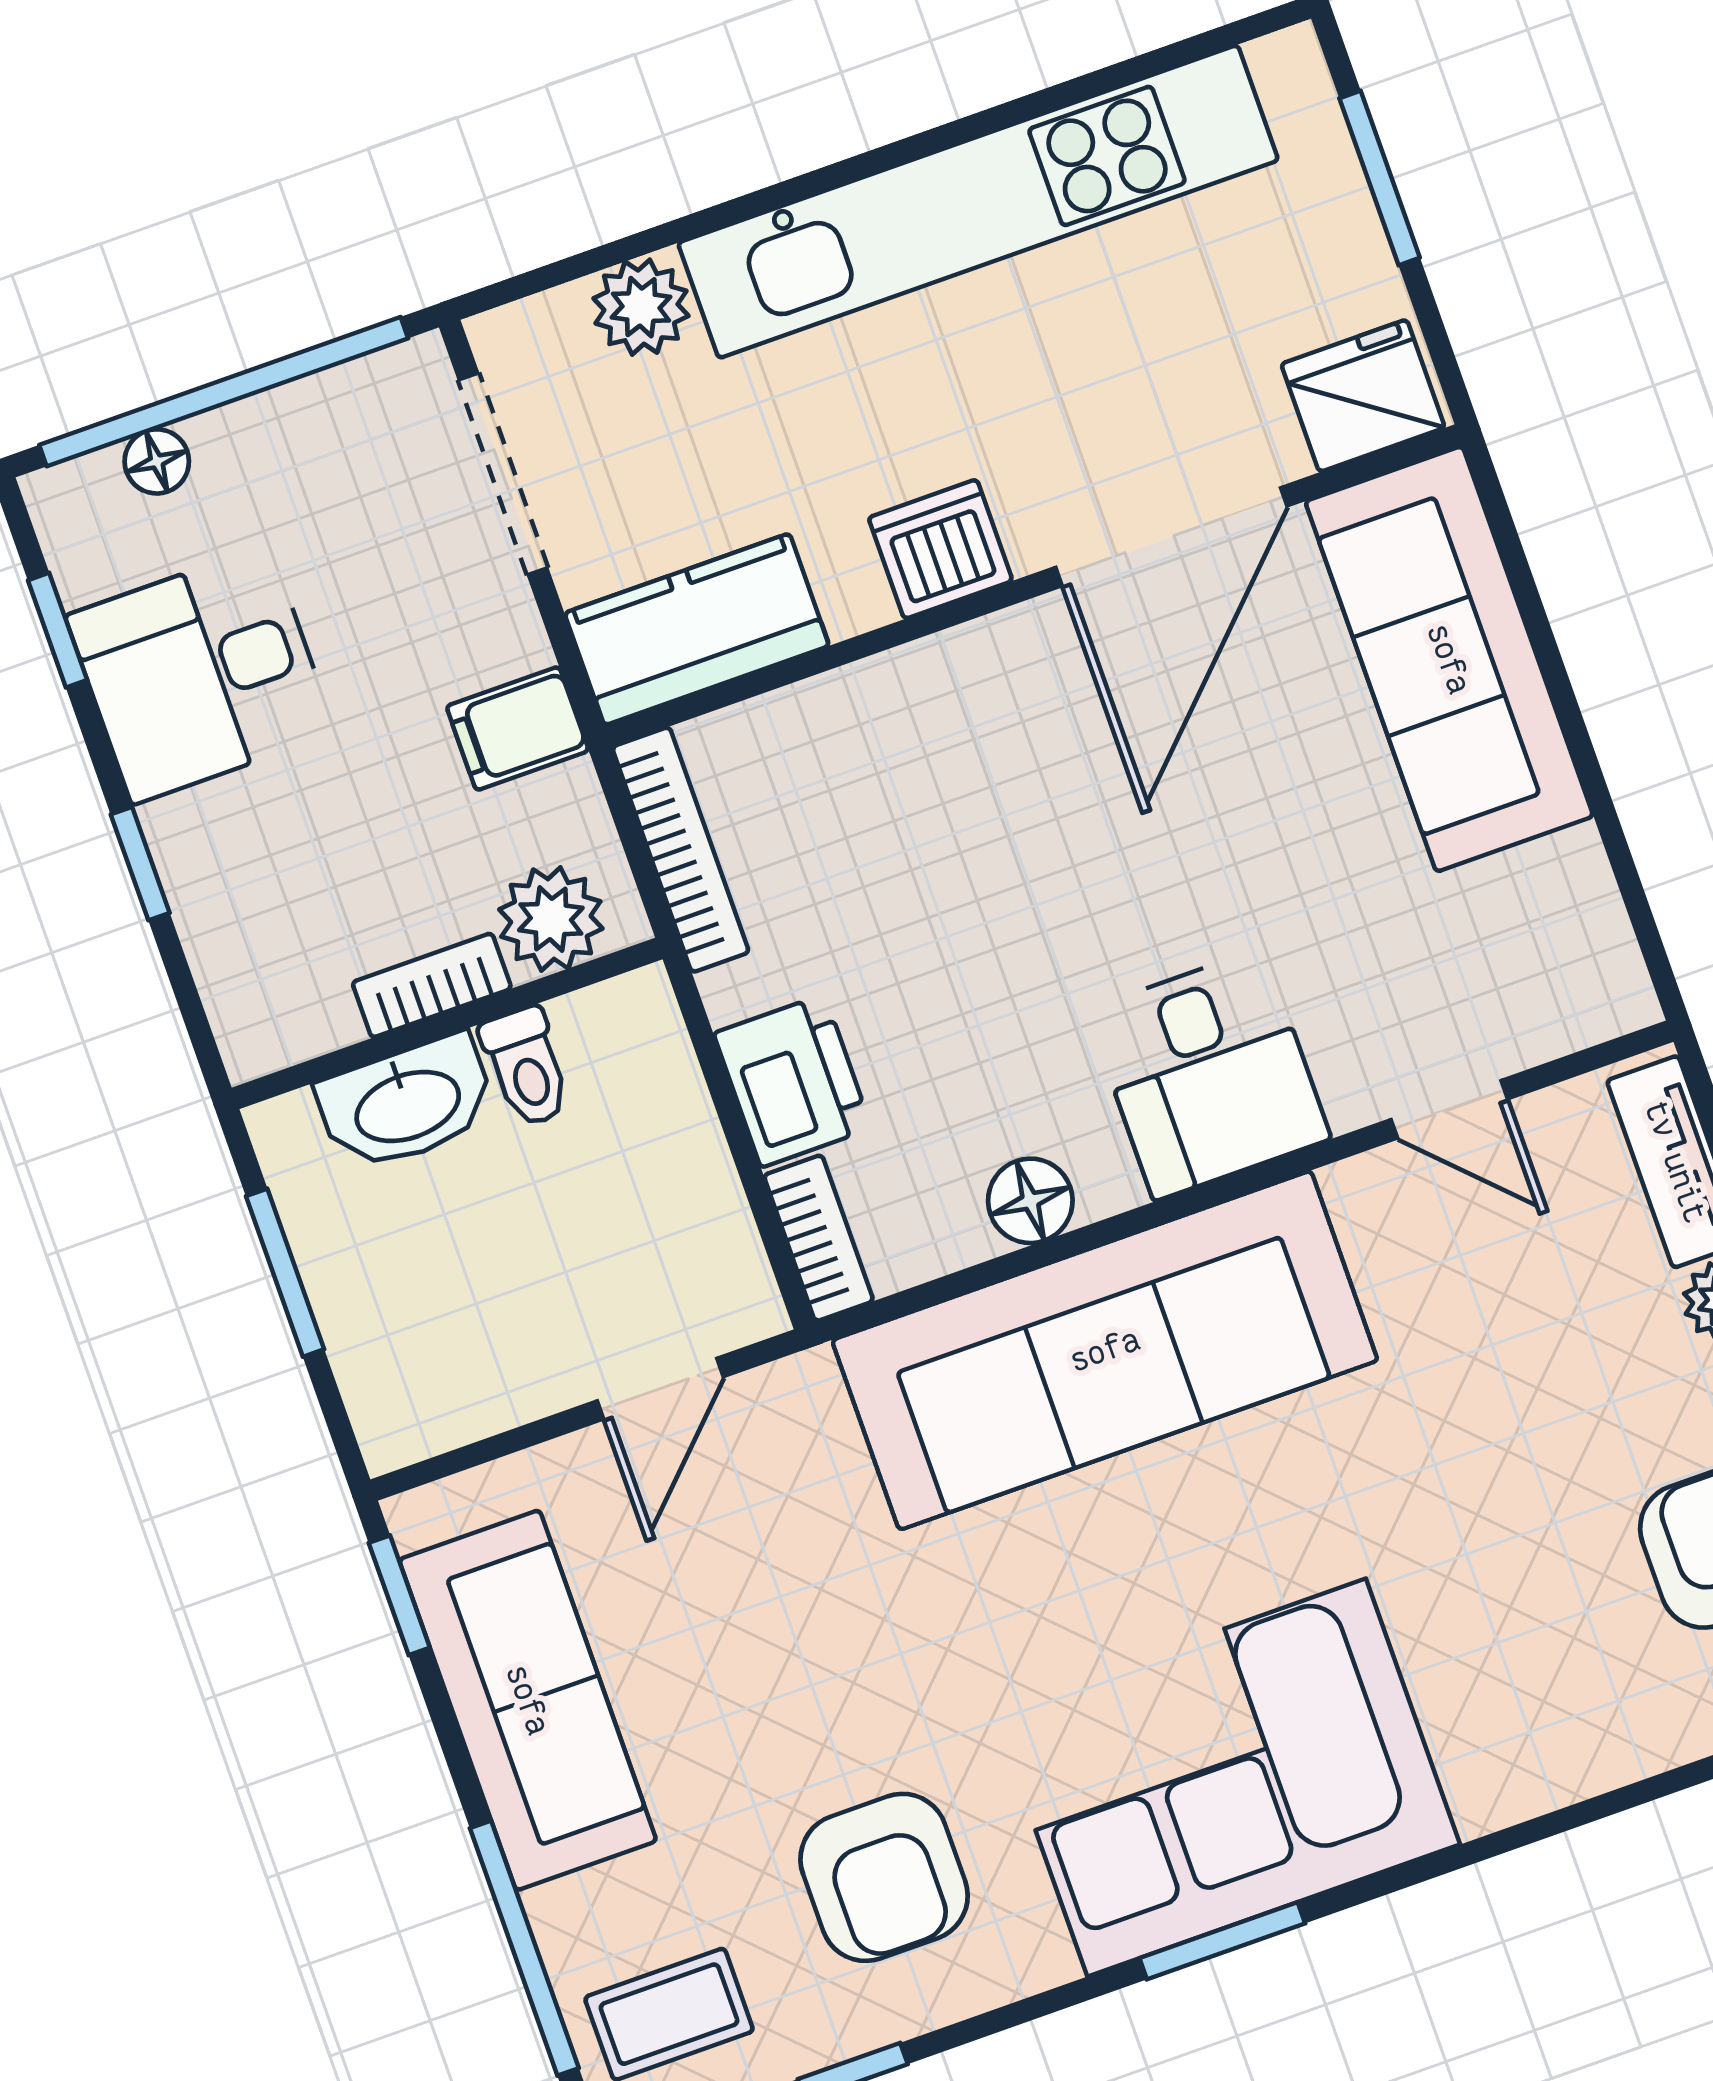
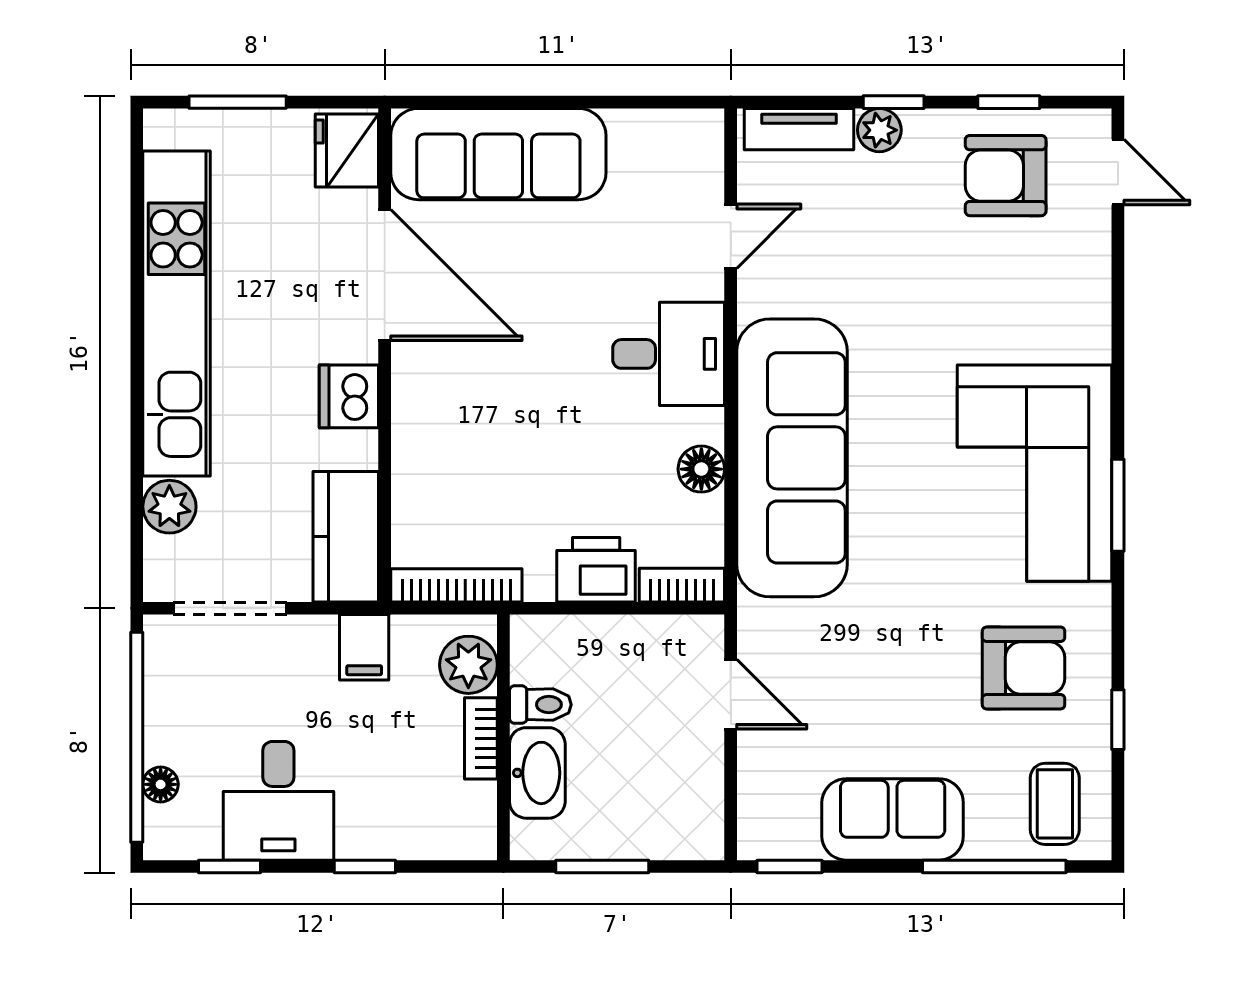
sofa: (528, 1700) -> (893, 819), width x0.73

